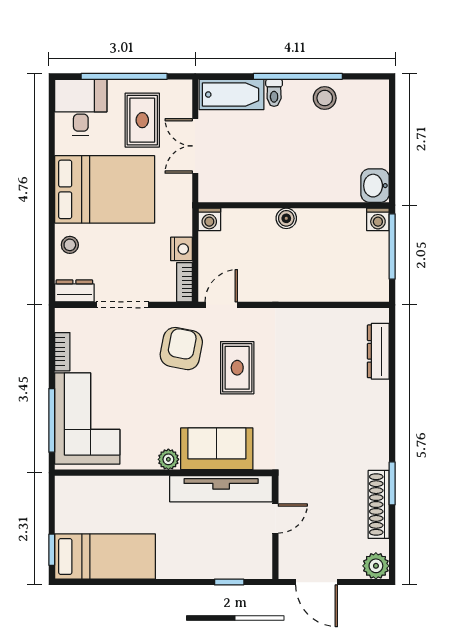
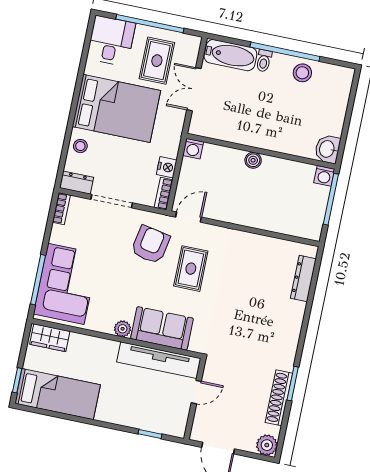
bookcase: (62, 352) -> (61, 209), moved
wardrobe: (81, 489) -> (50, 338), added

